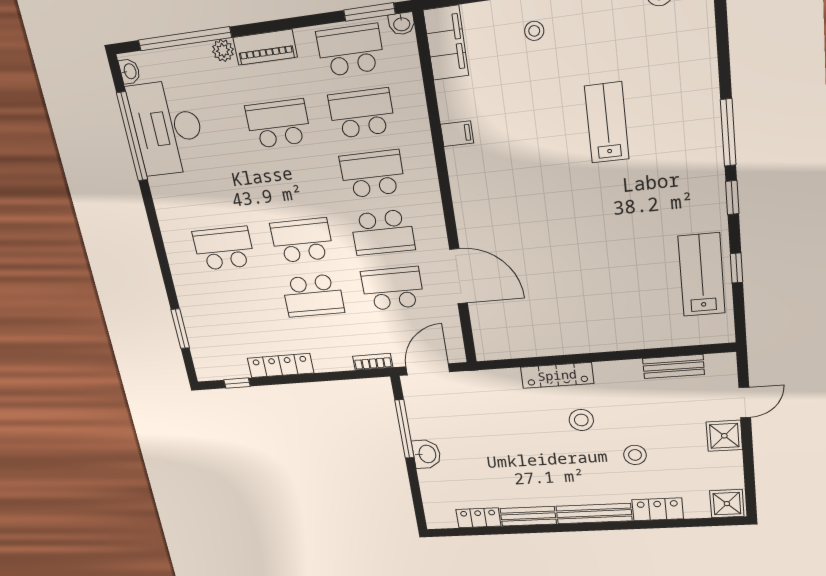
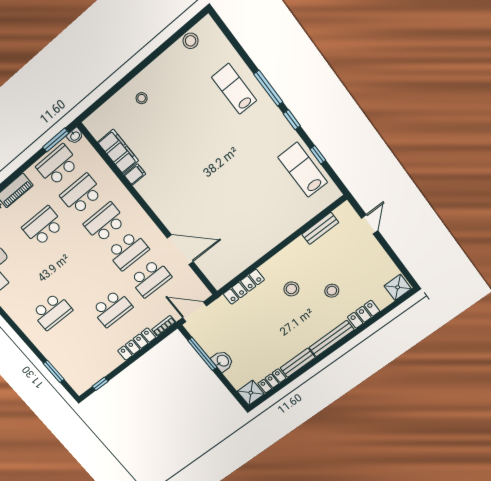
filing cabinet: (446, 43) -> (118, 151), moved
lab bench: (607, 123) -> (234, 89), moved
school desk: (302, 240) -> (89, 281), removed
school desk: (224, 248) -> (52, 311), turned 180
school desk: (393, 289) -> (150, 278), turned 180
locker: (280, 366) -> (137, 344), moved
door: (428, 369) -> (195, 312), hinge flipped
locker: (557, 375) -> (244, 287), moved
shower: (724, 436) -> (251, 393), moved

